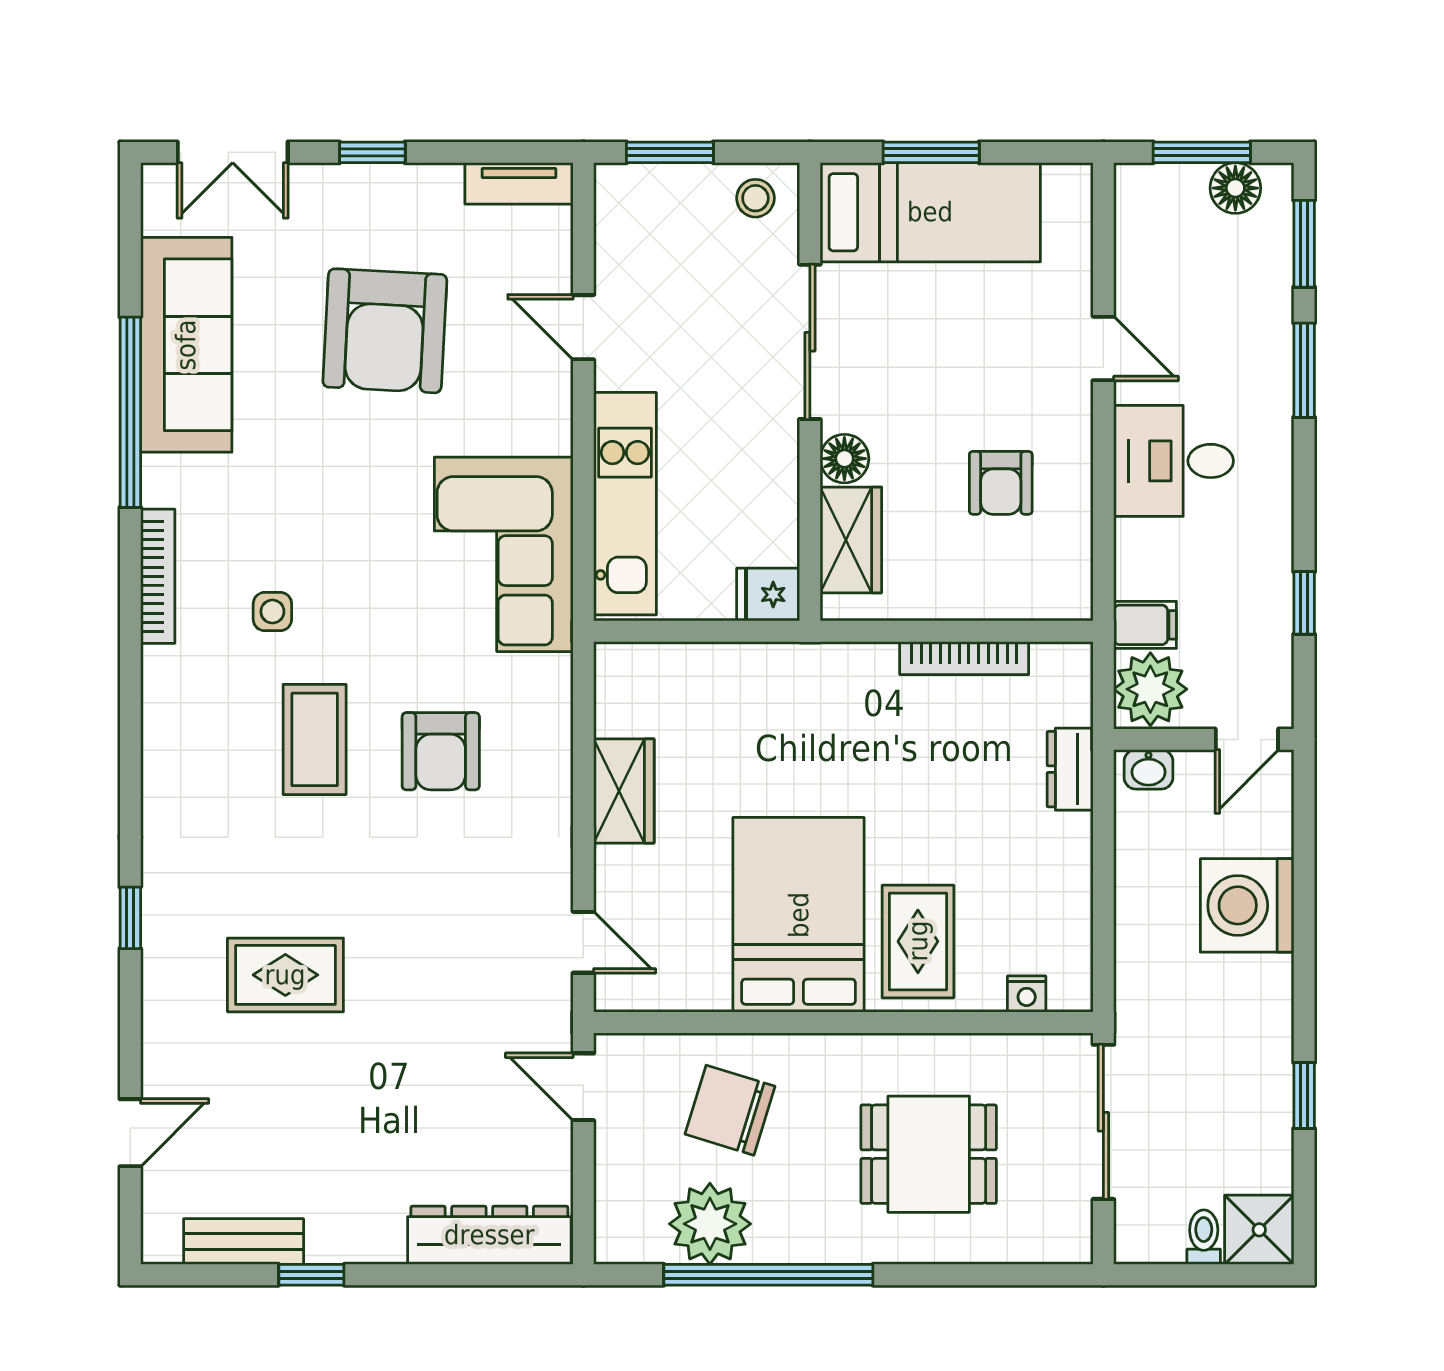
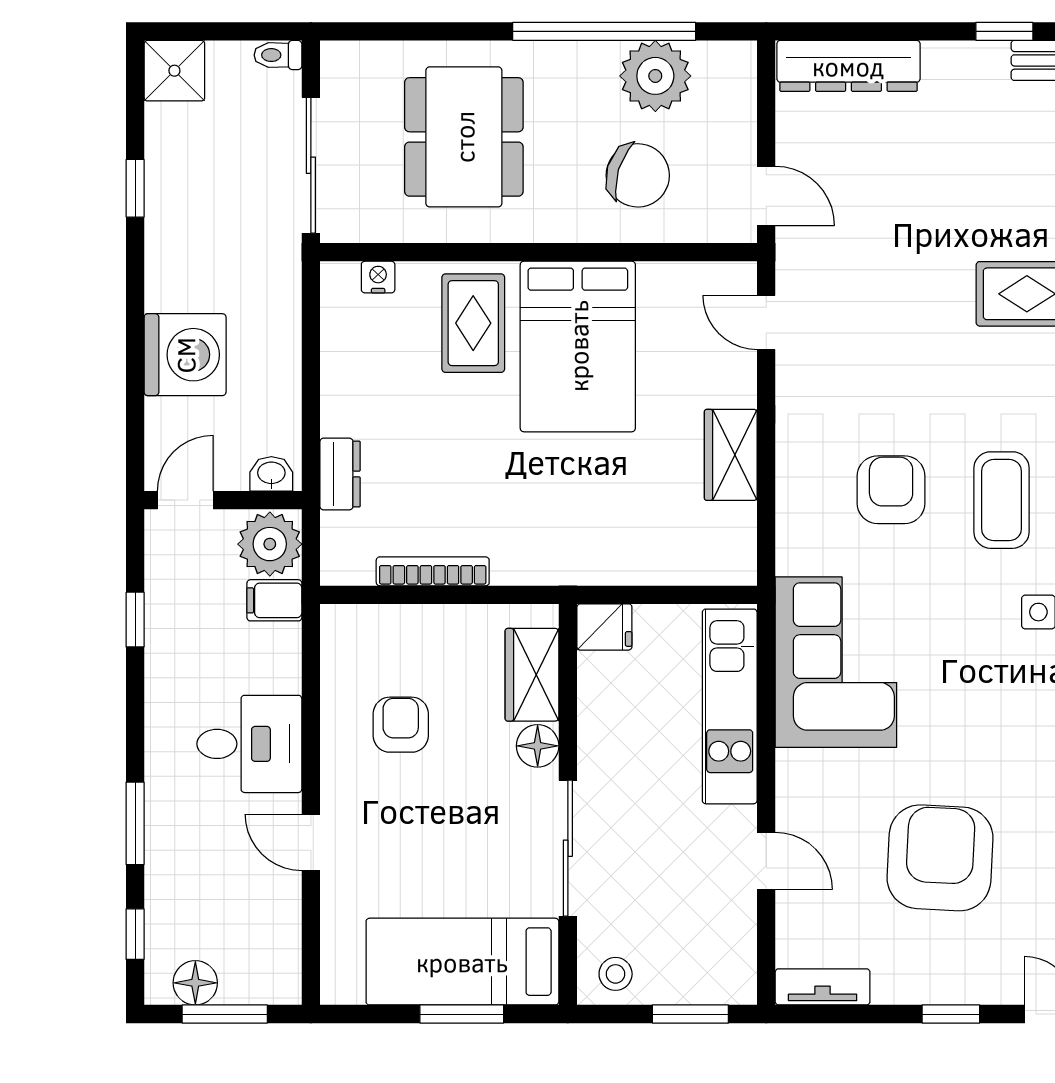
window: (1304, 244) -> (135, 934), width x0.67
dining table: (929, 1154) -> (464, 137), width x1.37
toilet: (1204, 1237) -> (278, 55), moved, turned 90

